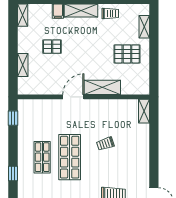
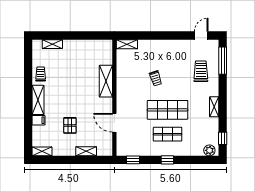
pallet: (127, 54) -> (76, 59), removed
door: (73, 97) -> (114, 123), moved
window: (13, 174) -> (167, 160), moved

